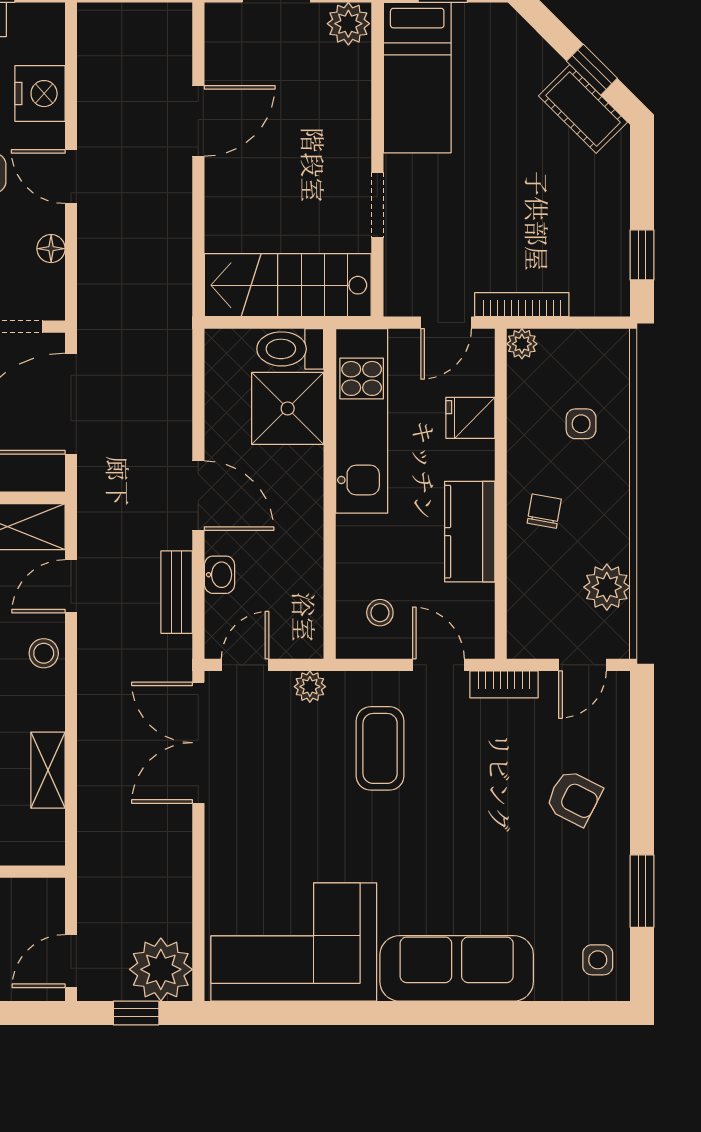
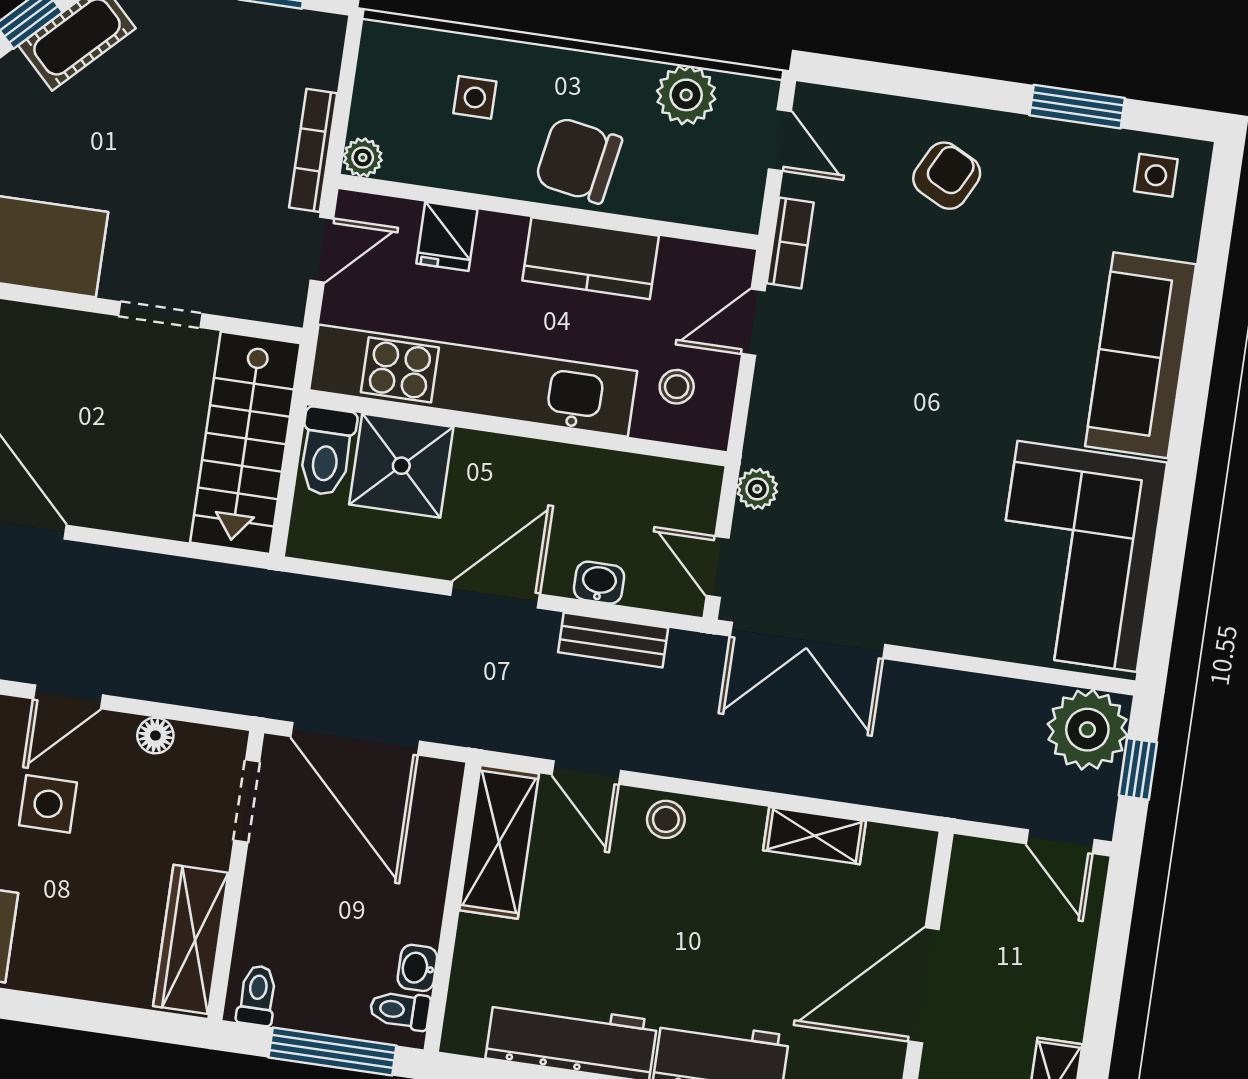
door: (446, 323) -> (322, 249), hinge flipped
kitchen unit: (362, 421) -> (473, 381), width x1.36
chair: (544, 511) -> (578, 160), width x1.87, depth x1.87
coffee table: (380, 748) -> (848, 412), removed

